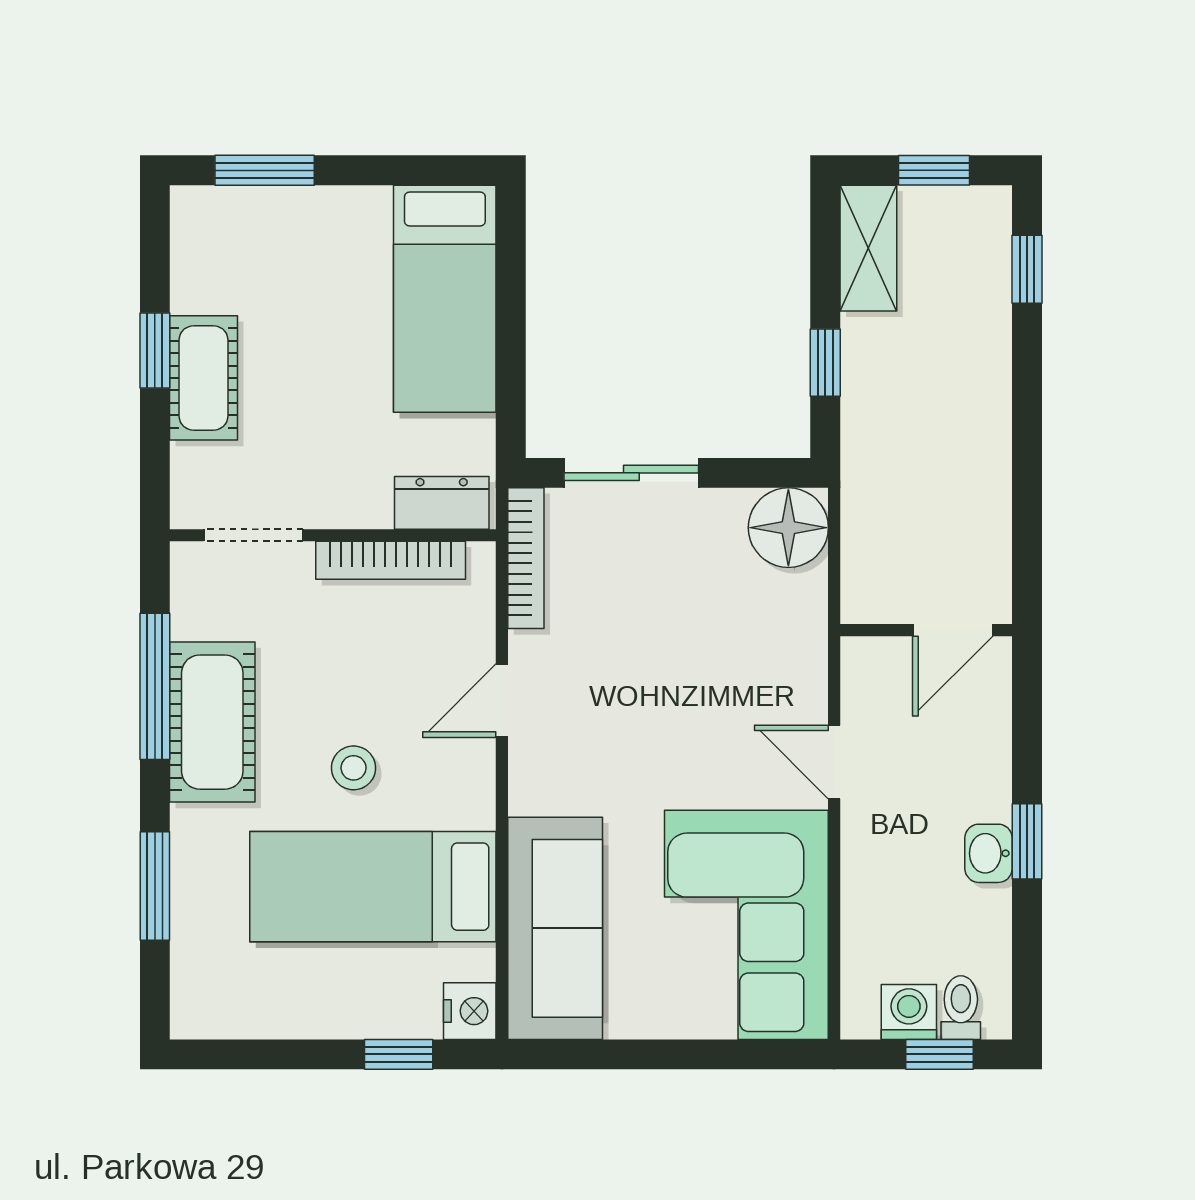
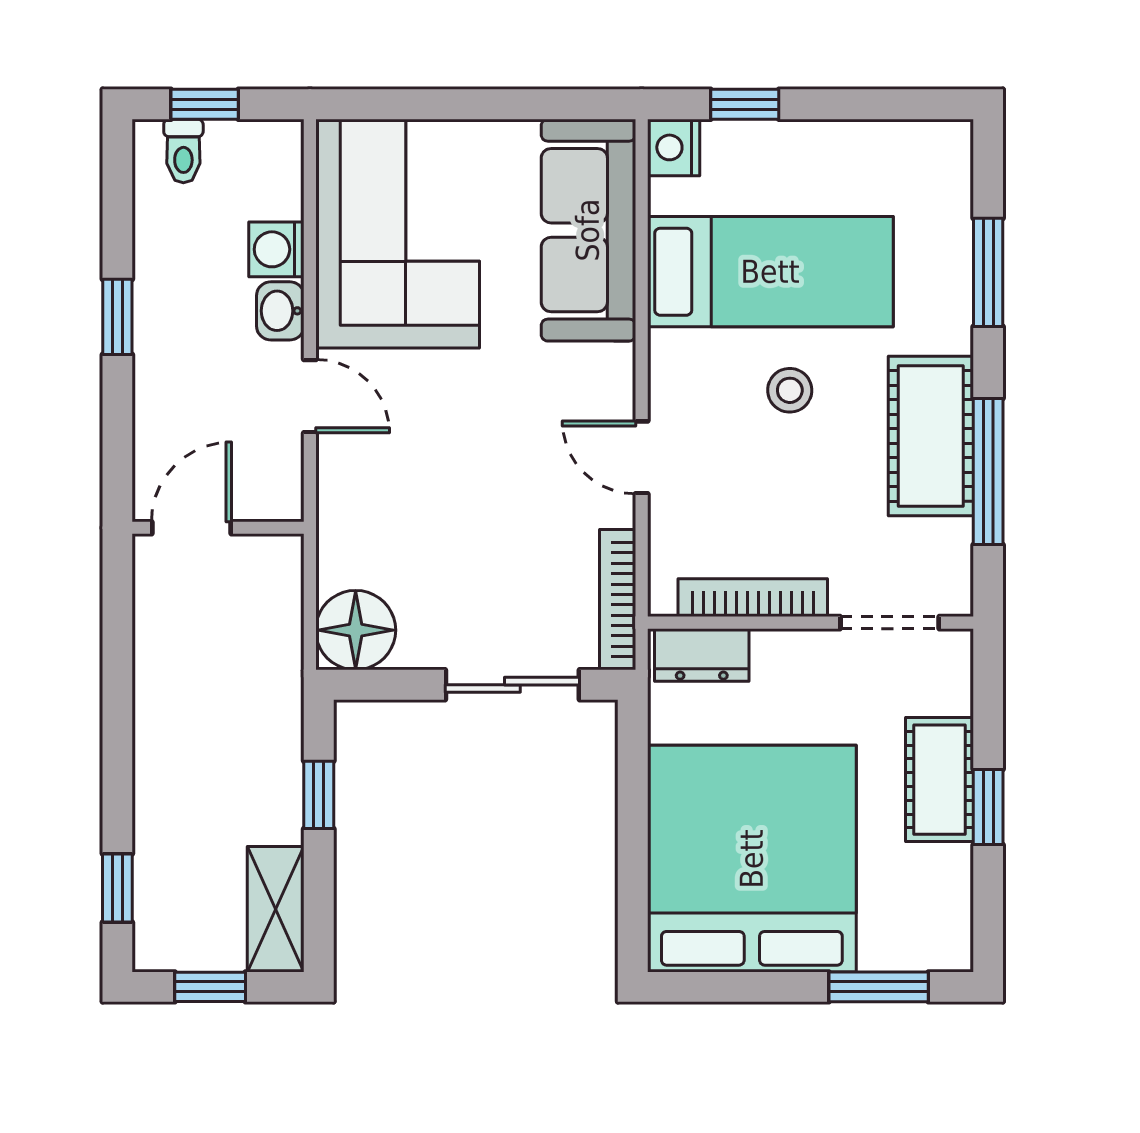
bed: (445, 299) -> (752, 859), width x2.04
door: (502, 701) -> (642, 457), swing flipped
washbasin: (989, 853) -> (280, 311), moved, turned 180
washing machine: (909, 1012) -> (276, 249), moved, turned 90

